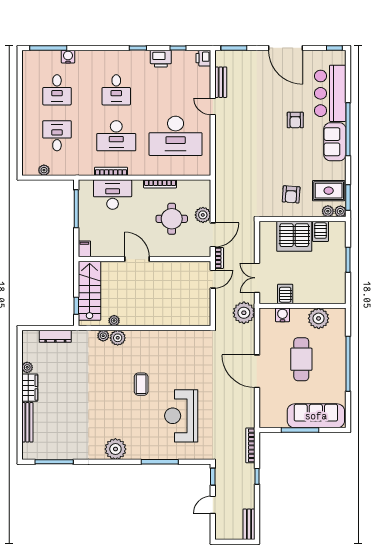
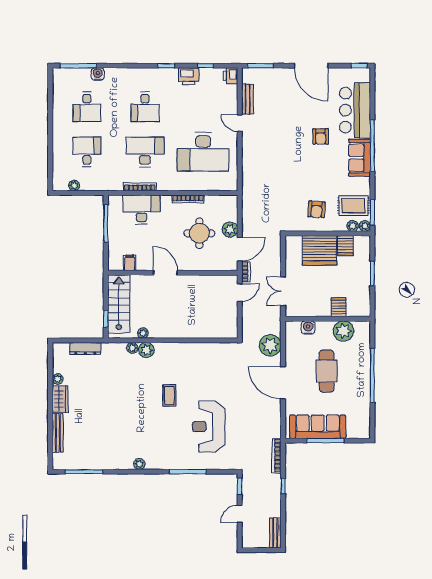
desk: (116, 136) -> (145, 152), turned 180
filing cabinet: (84, 249) -> (130, 263), moved
server rack: (285, 294) -> (338, 307), moved
plant: (244, 313) -> (270, 345), moved
sofa: (316, 416) -> (318, 427), moved
plant: (115, 449) -> (139, 464), width x0.53, depth x0.53

